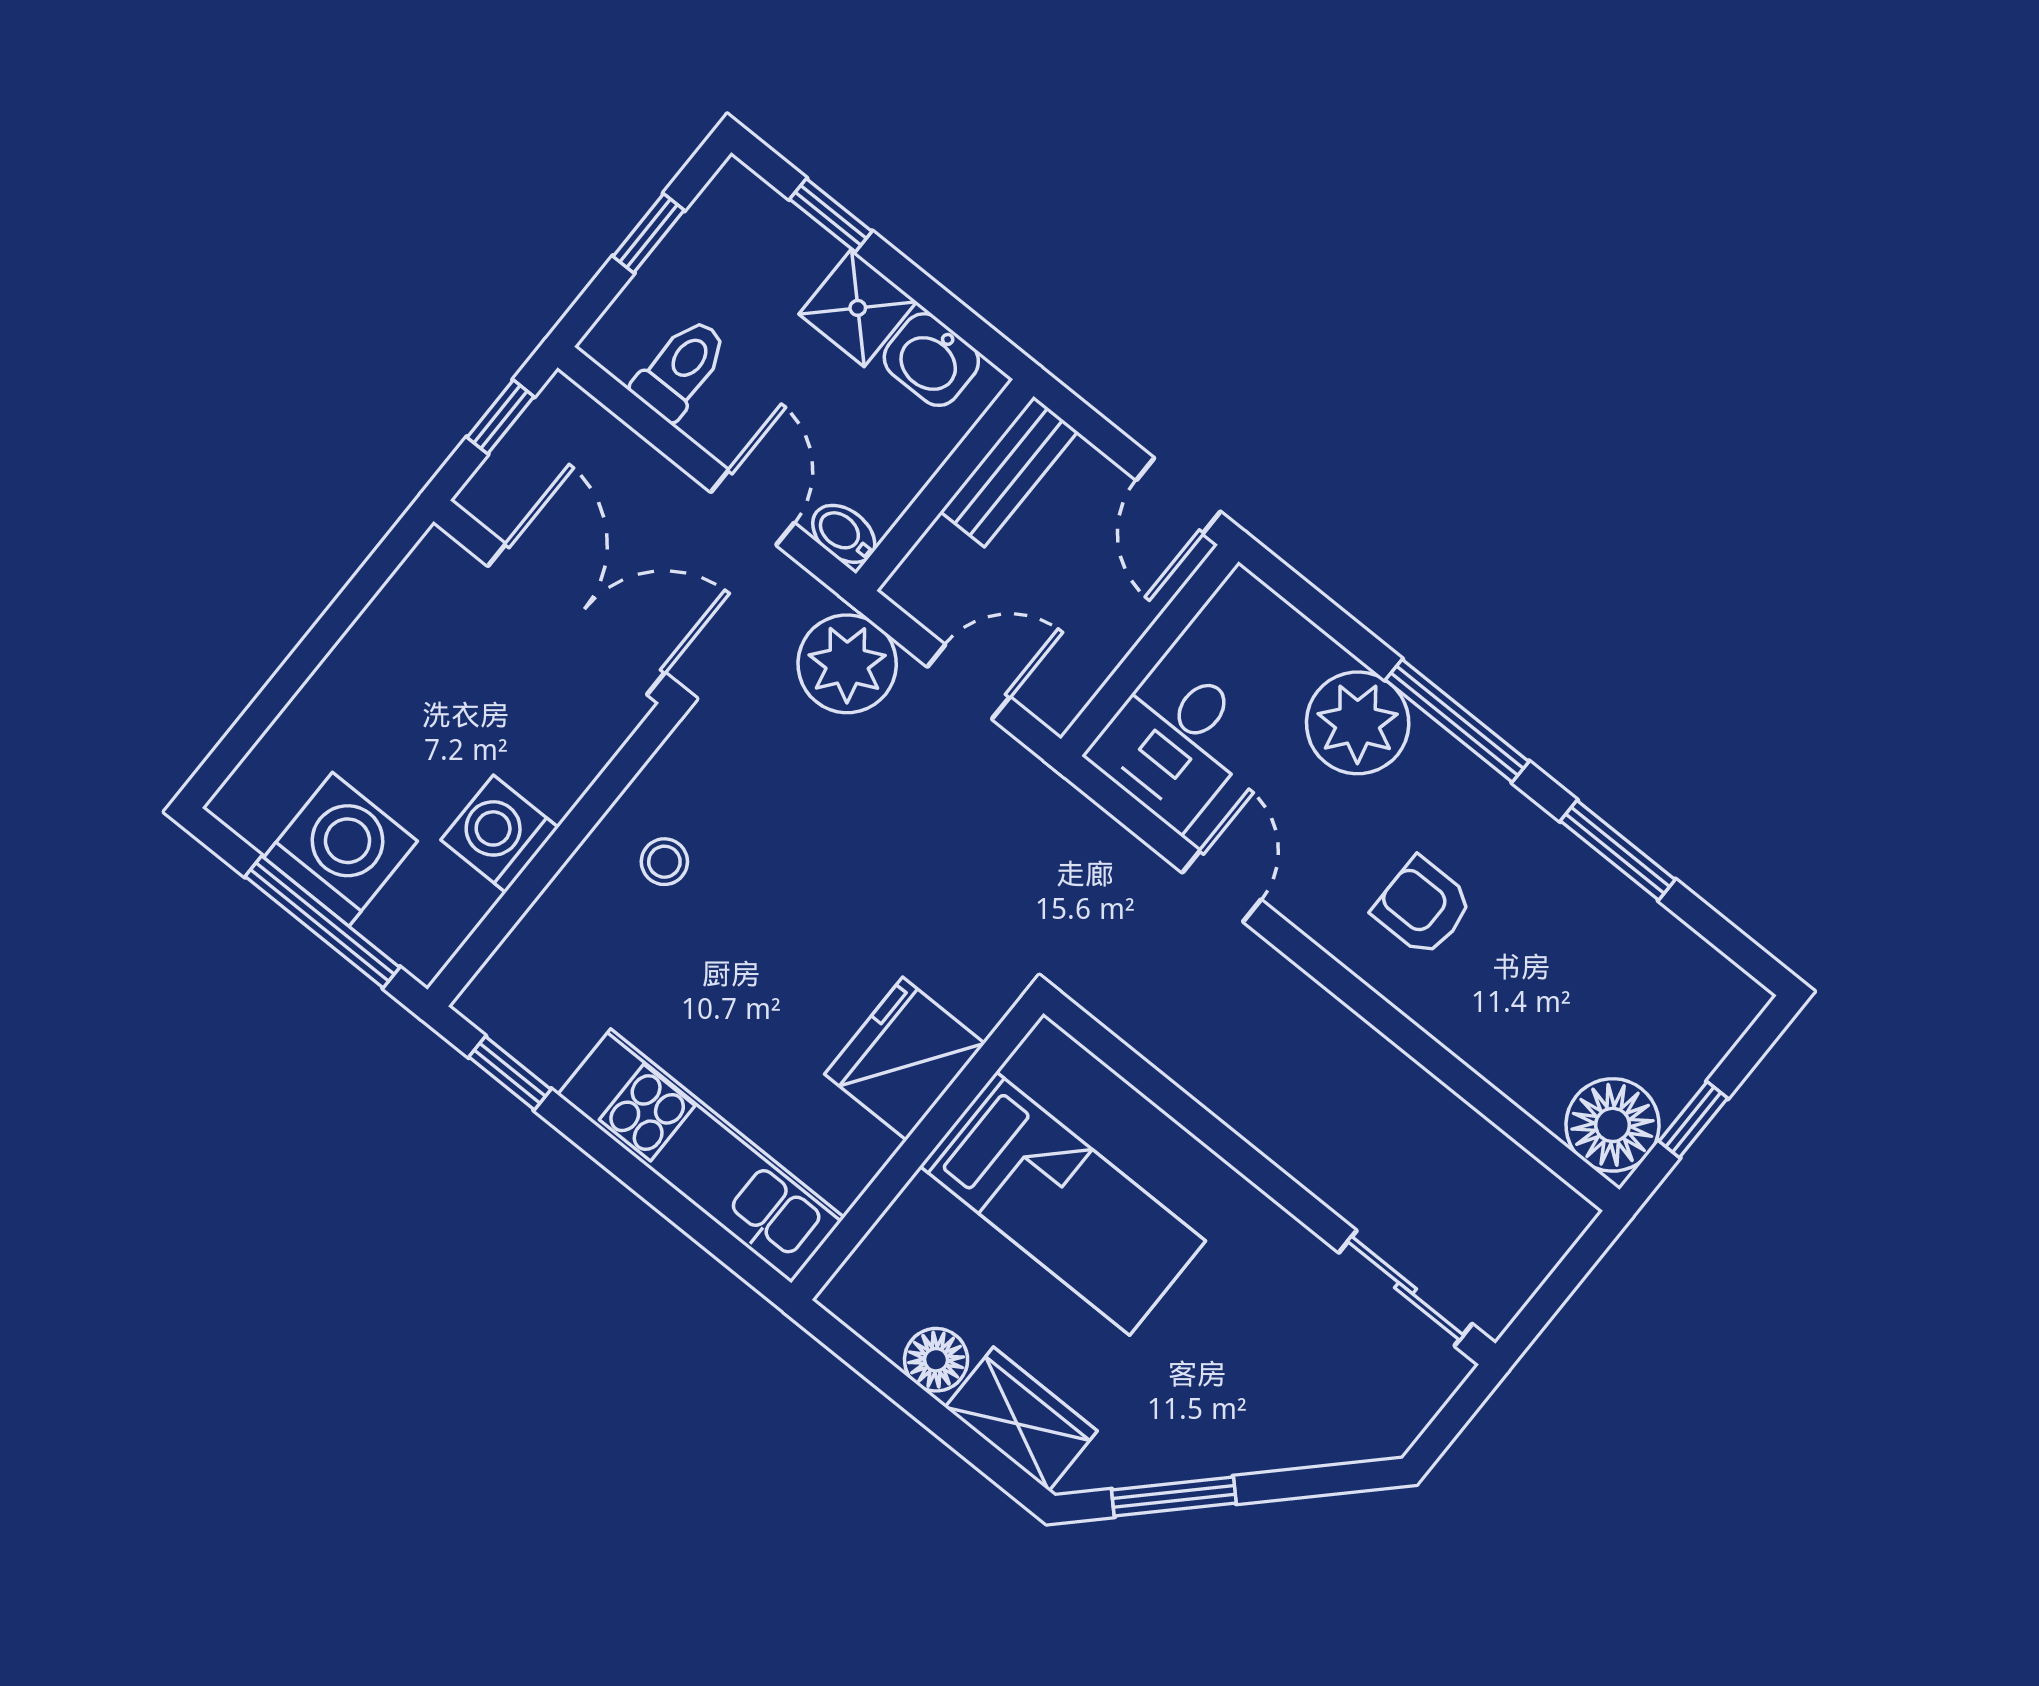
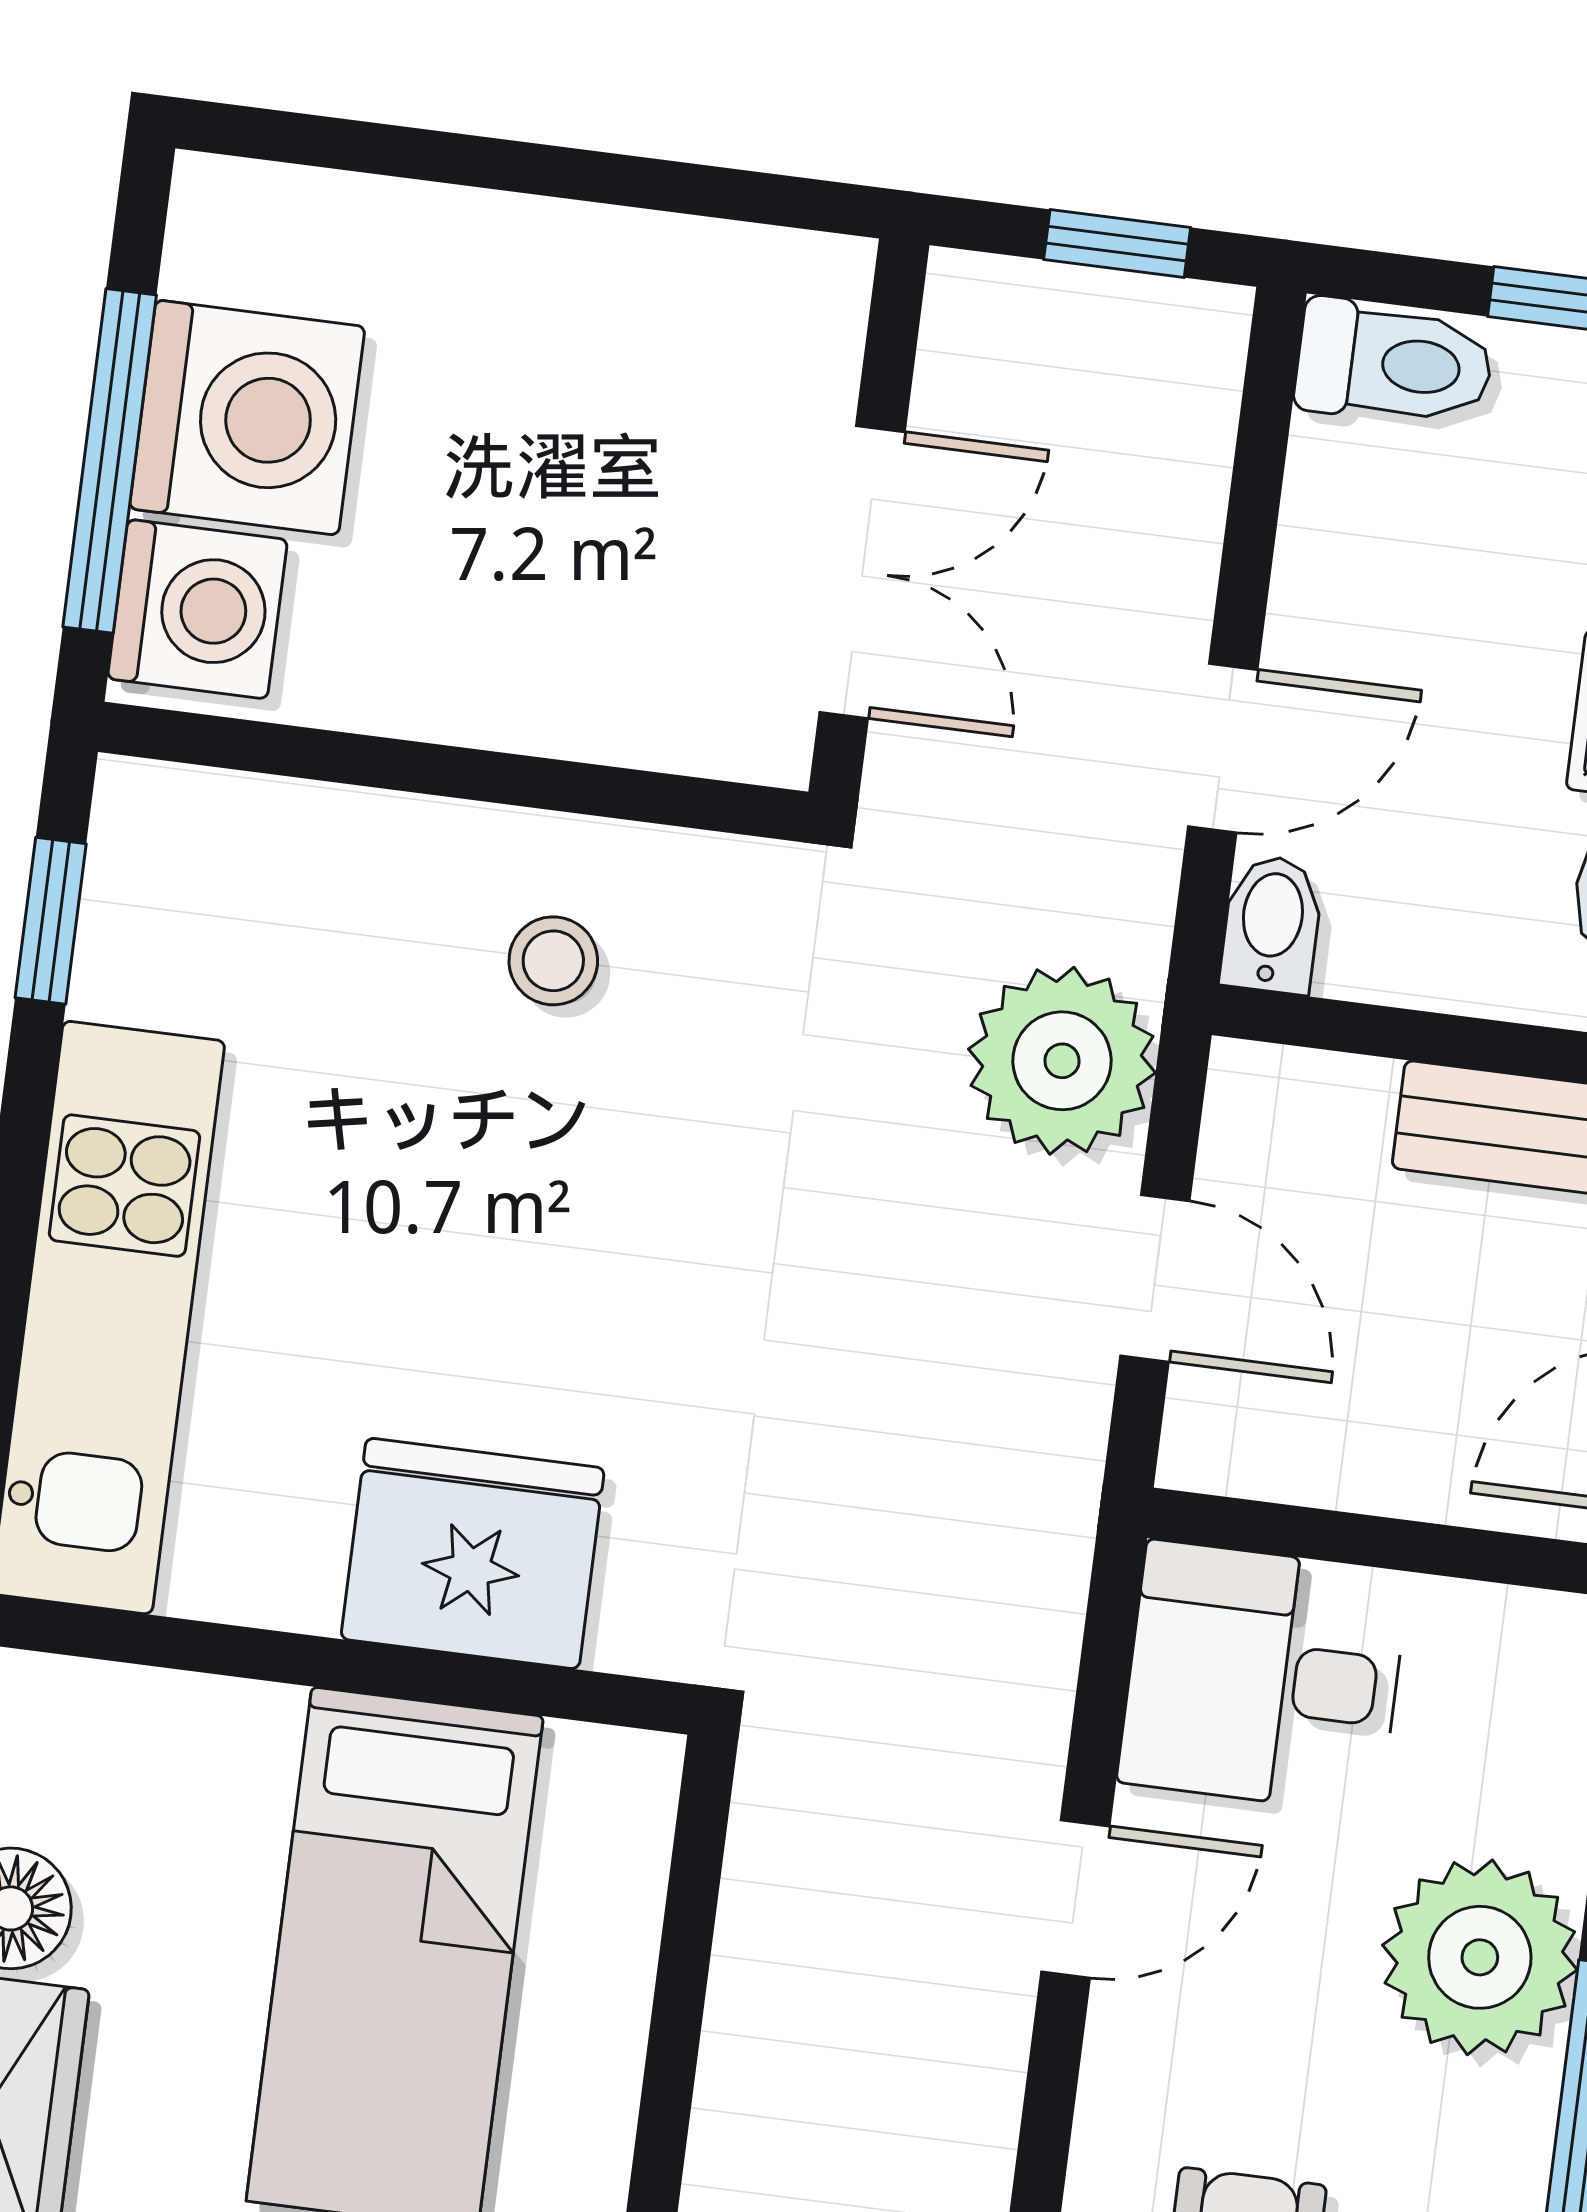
toilet: (681, 369) -> (1394, 363), moved
double door: (576, 619) -> (862, 572), width x0.73
washing machine: (500, 834) -> (197, 609), moved, turned 90

